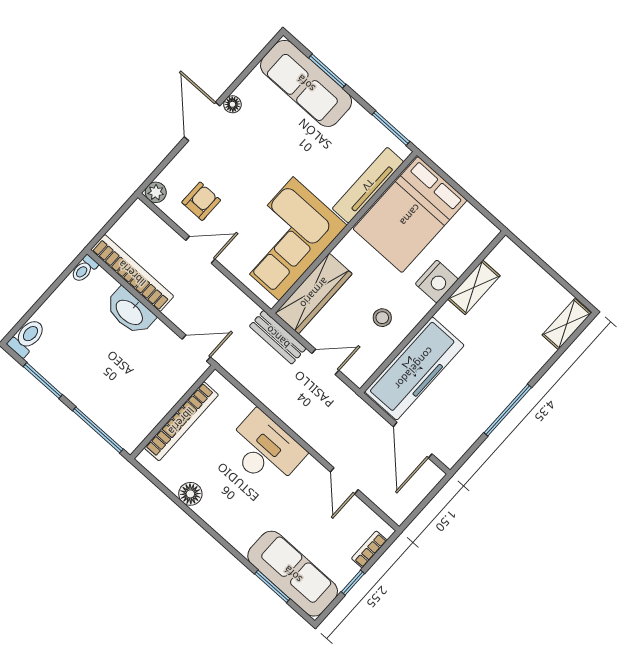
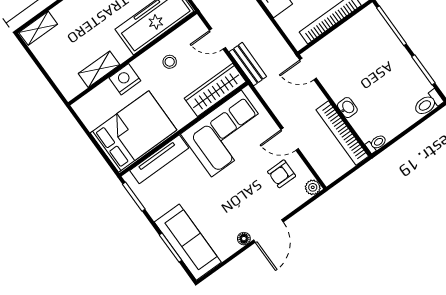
washbasin: (130, 312) -> (347, 108), width x0.52, depth x0.69

